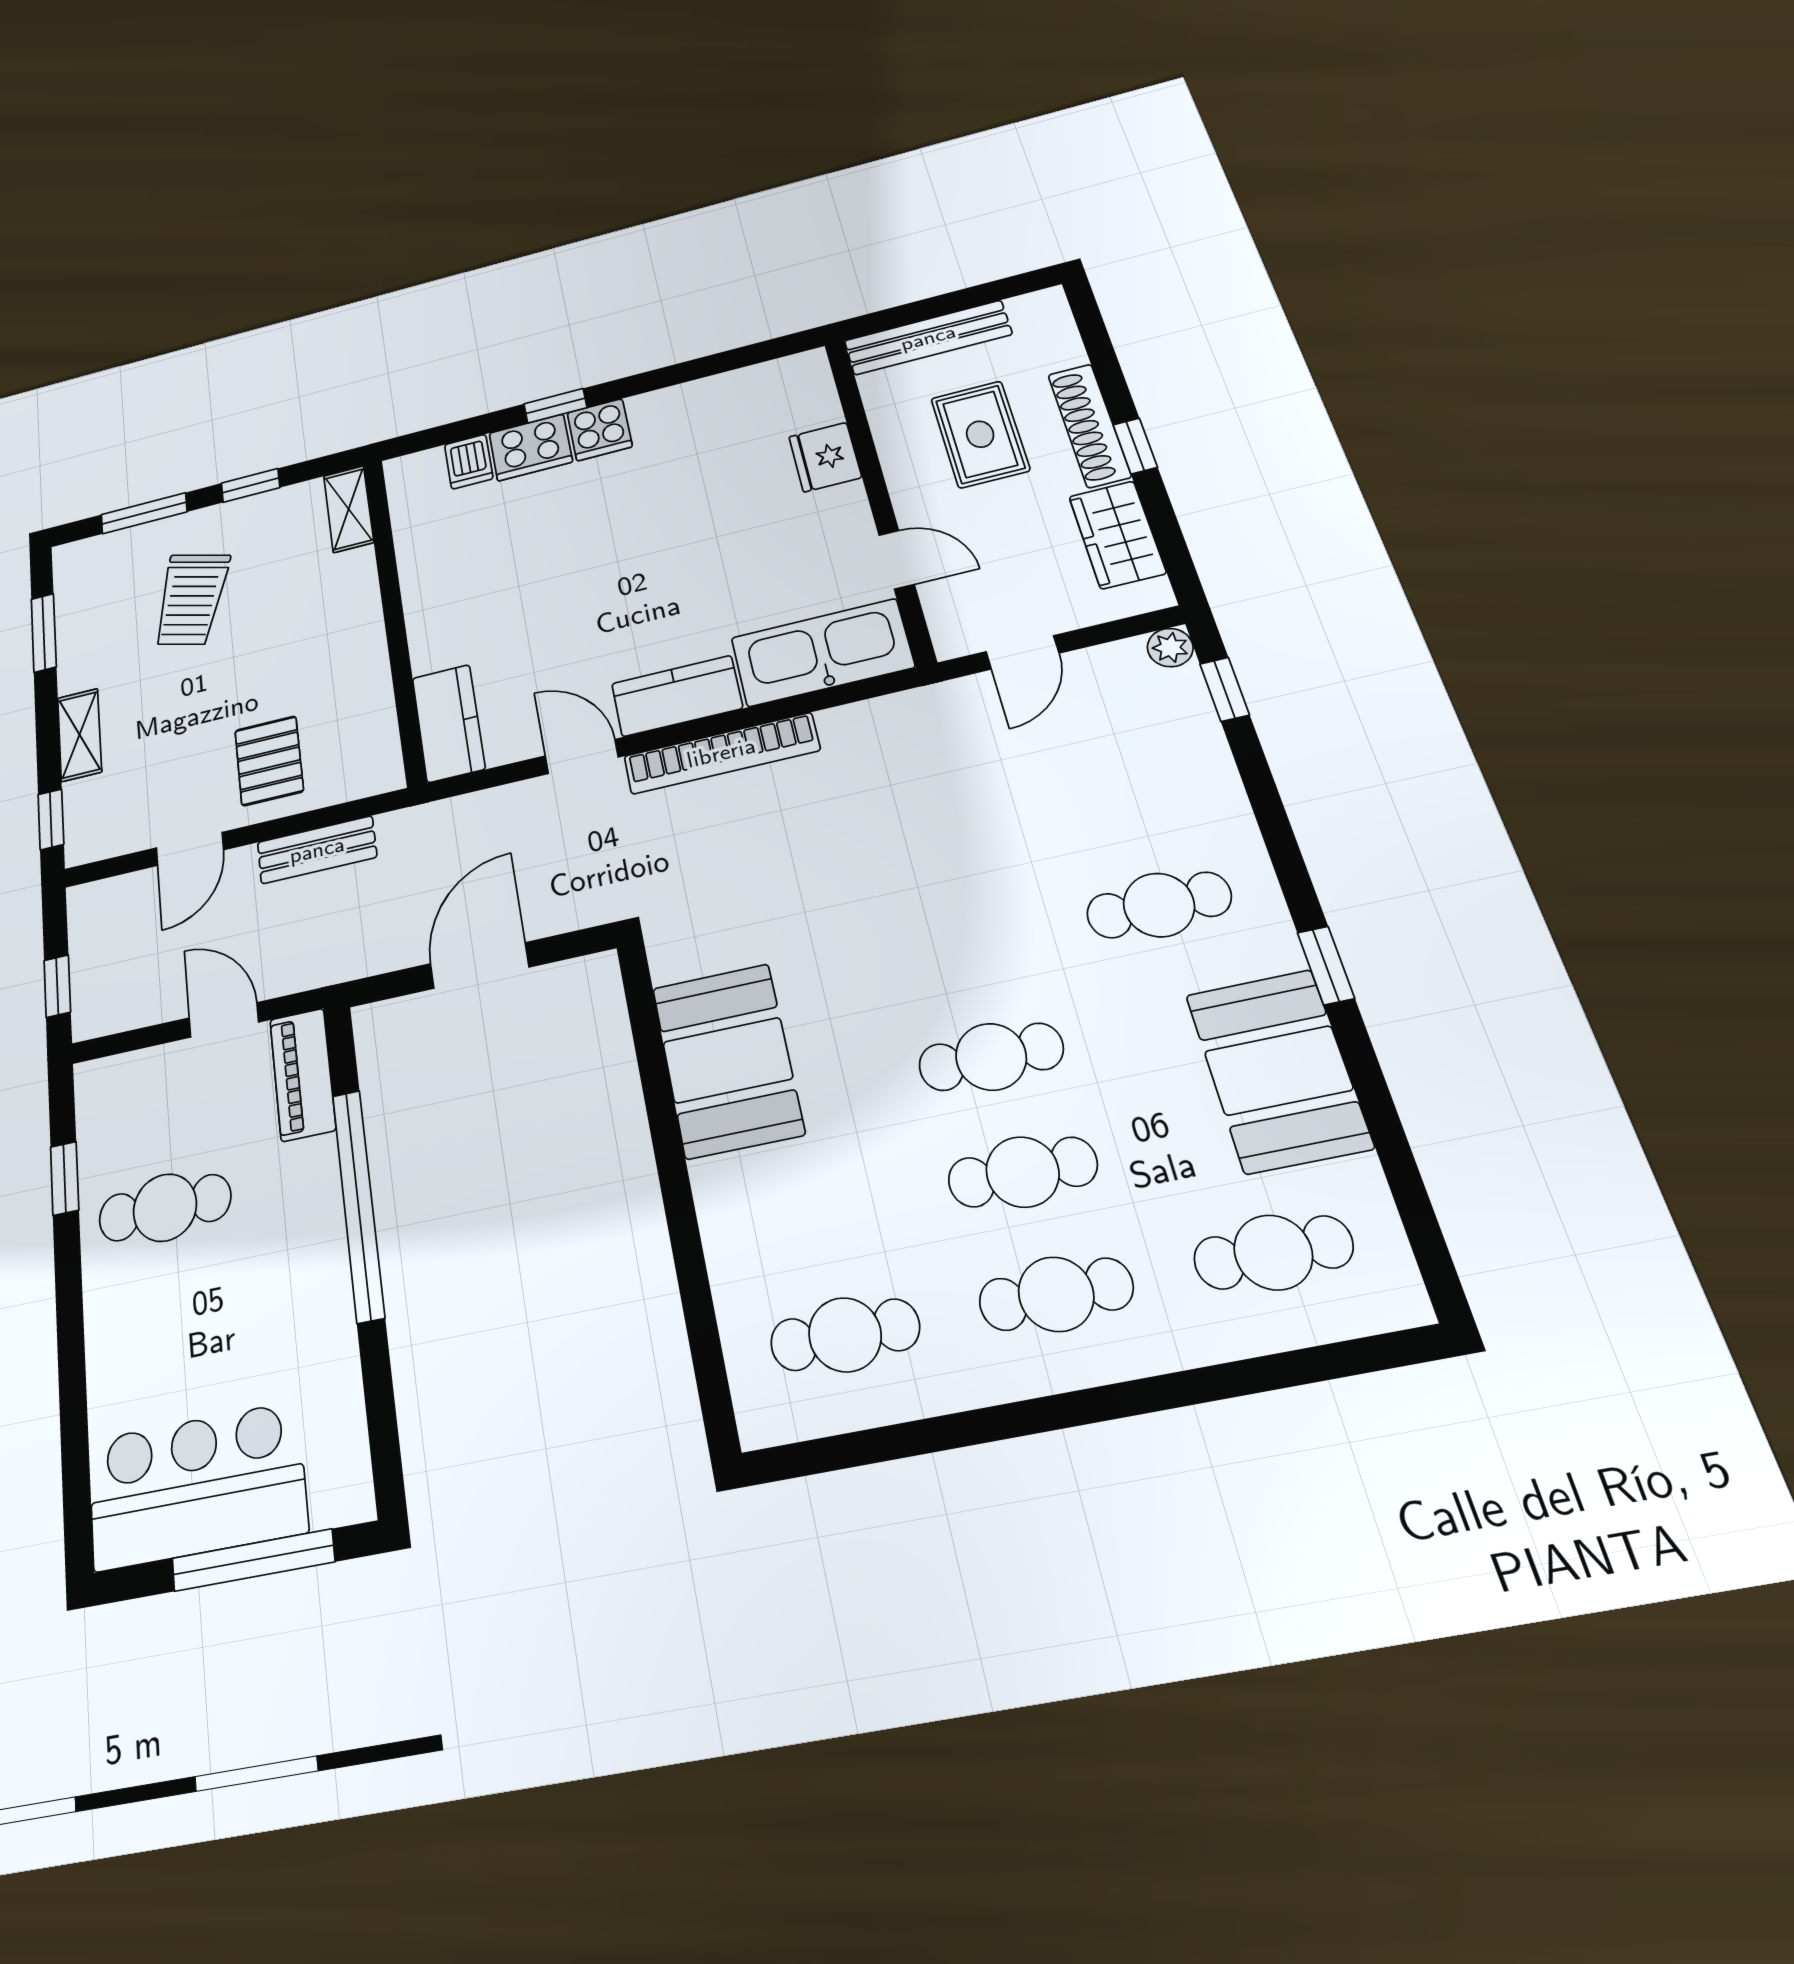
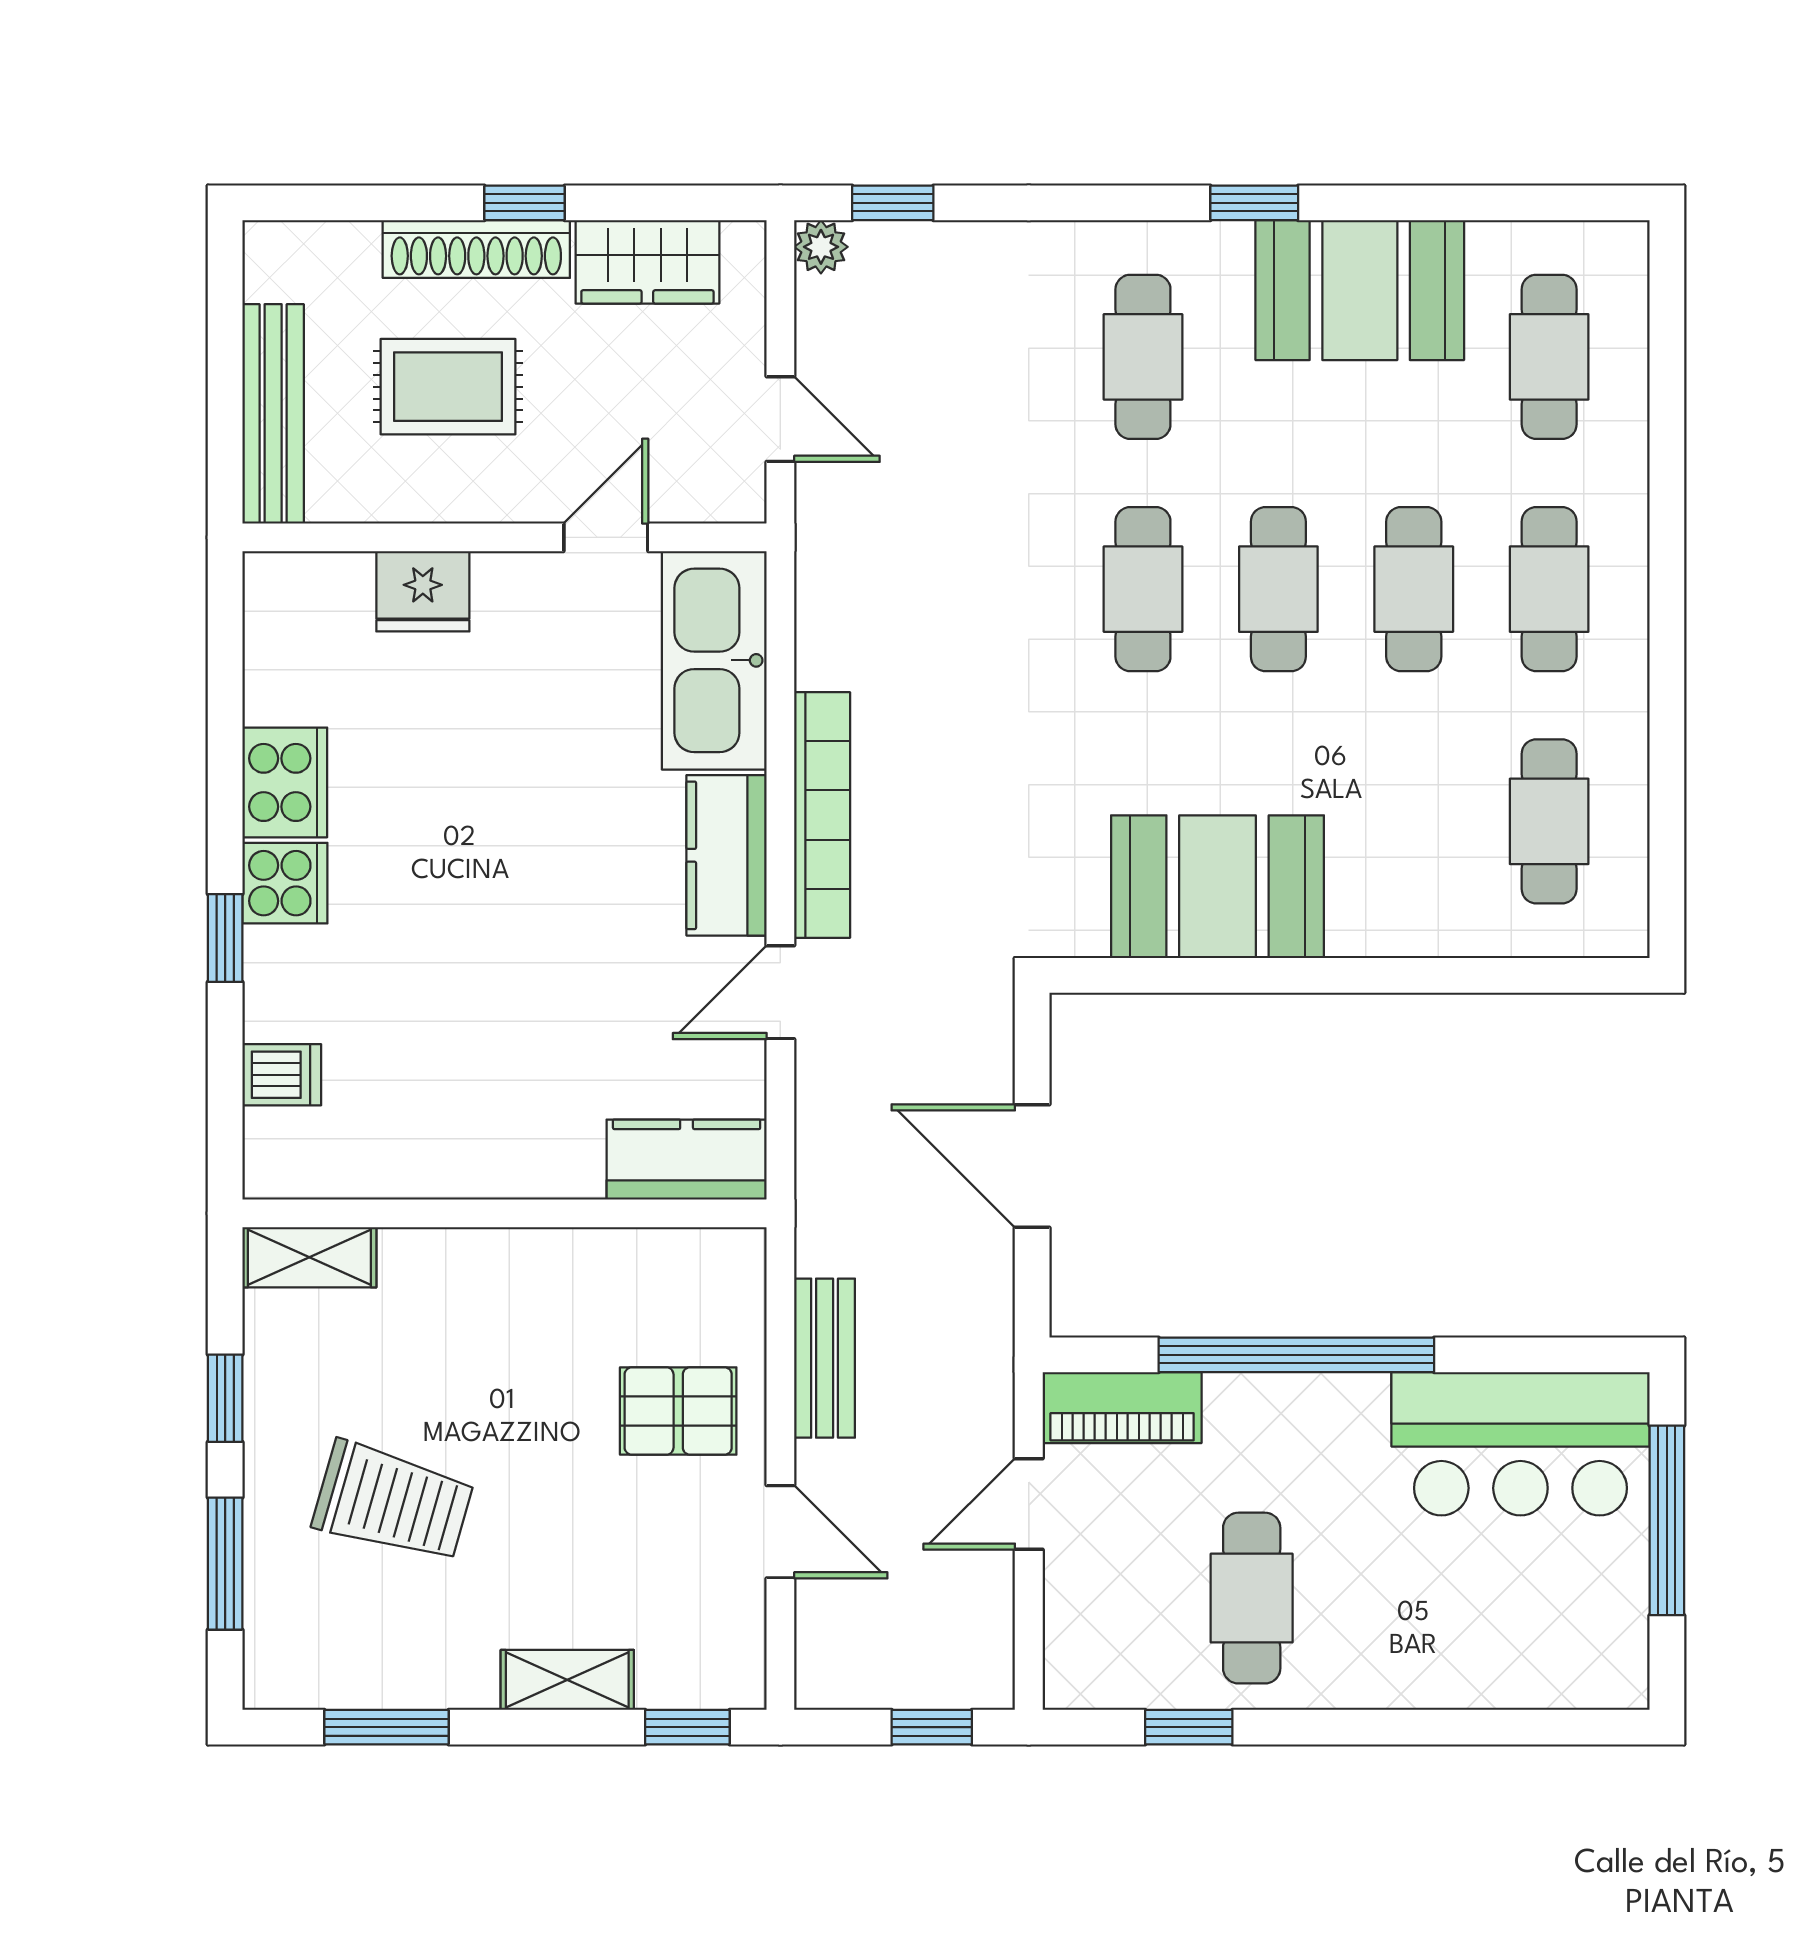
cooker: (531, 447) -> (285, 782), moved
cafe table: (961, 948) -> (1143, 589), added
bar counter: (197, 1486) -> (1520, 1444), moved, turned -90

